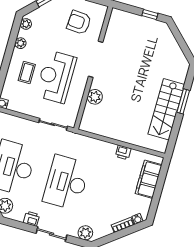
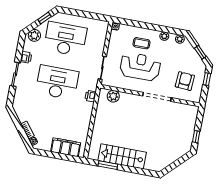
plant: (95, 97) -> (113, 96), moved
window: (183, 101) -> (108, 165), moved
printer: (123, 152) -> (90, 96), moved
plant: (85, 233) -> (19, 101), removed

